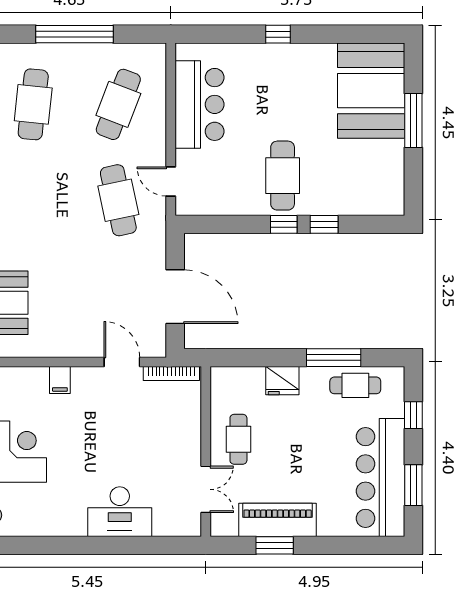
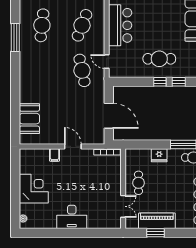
cafe table: (283, 176) -> (159, 59), turned 90
door: (122, 362) -> (73, 146), moved
desk: (120, 512) -> (72, 217), moved

